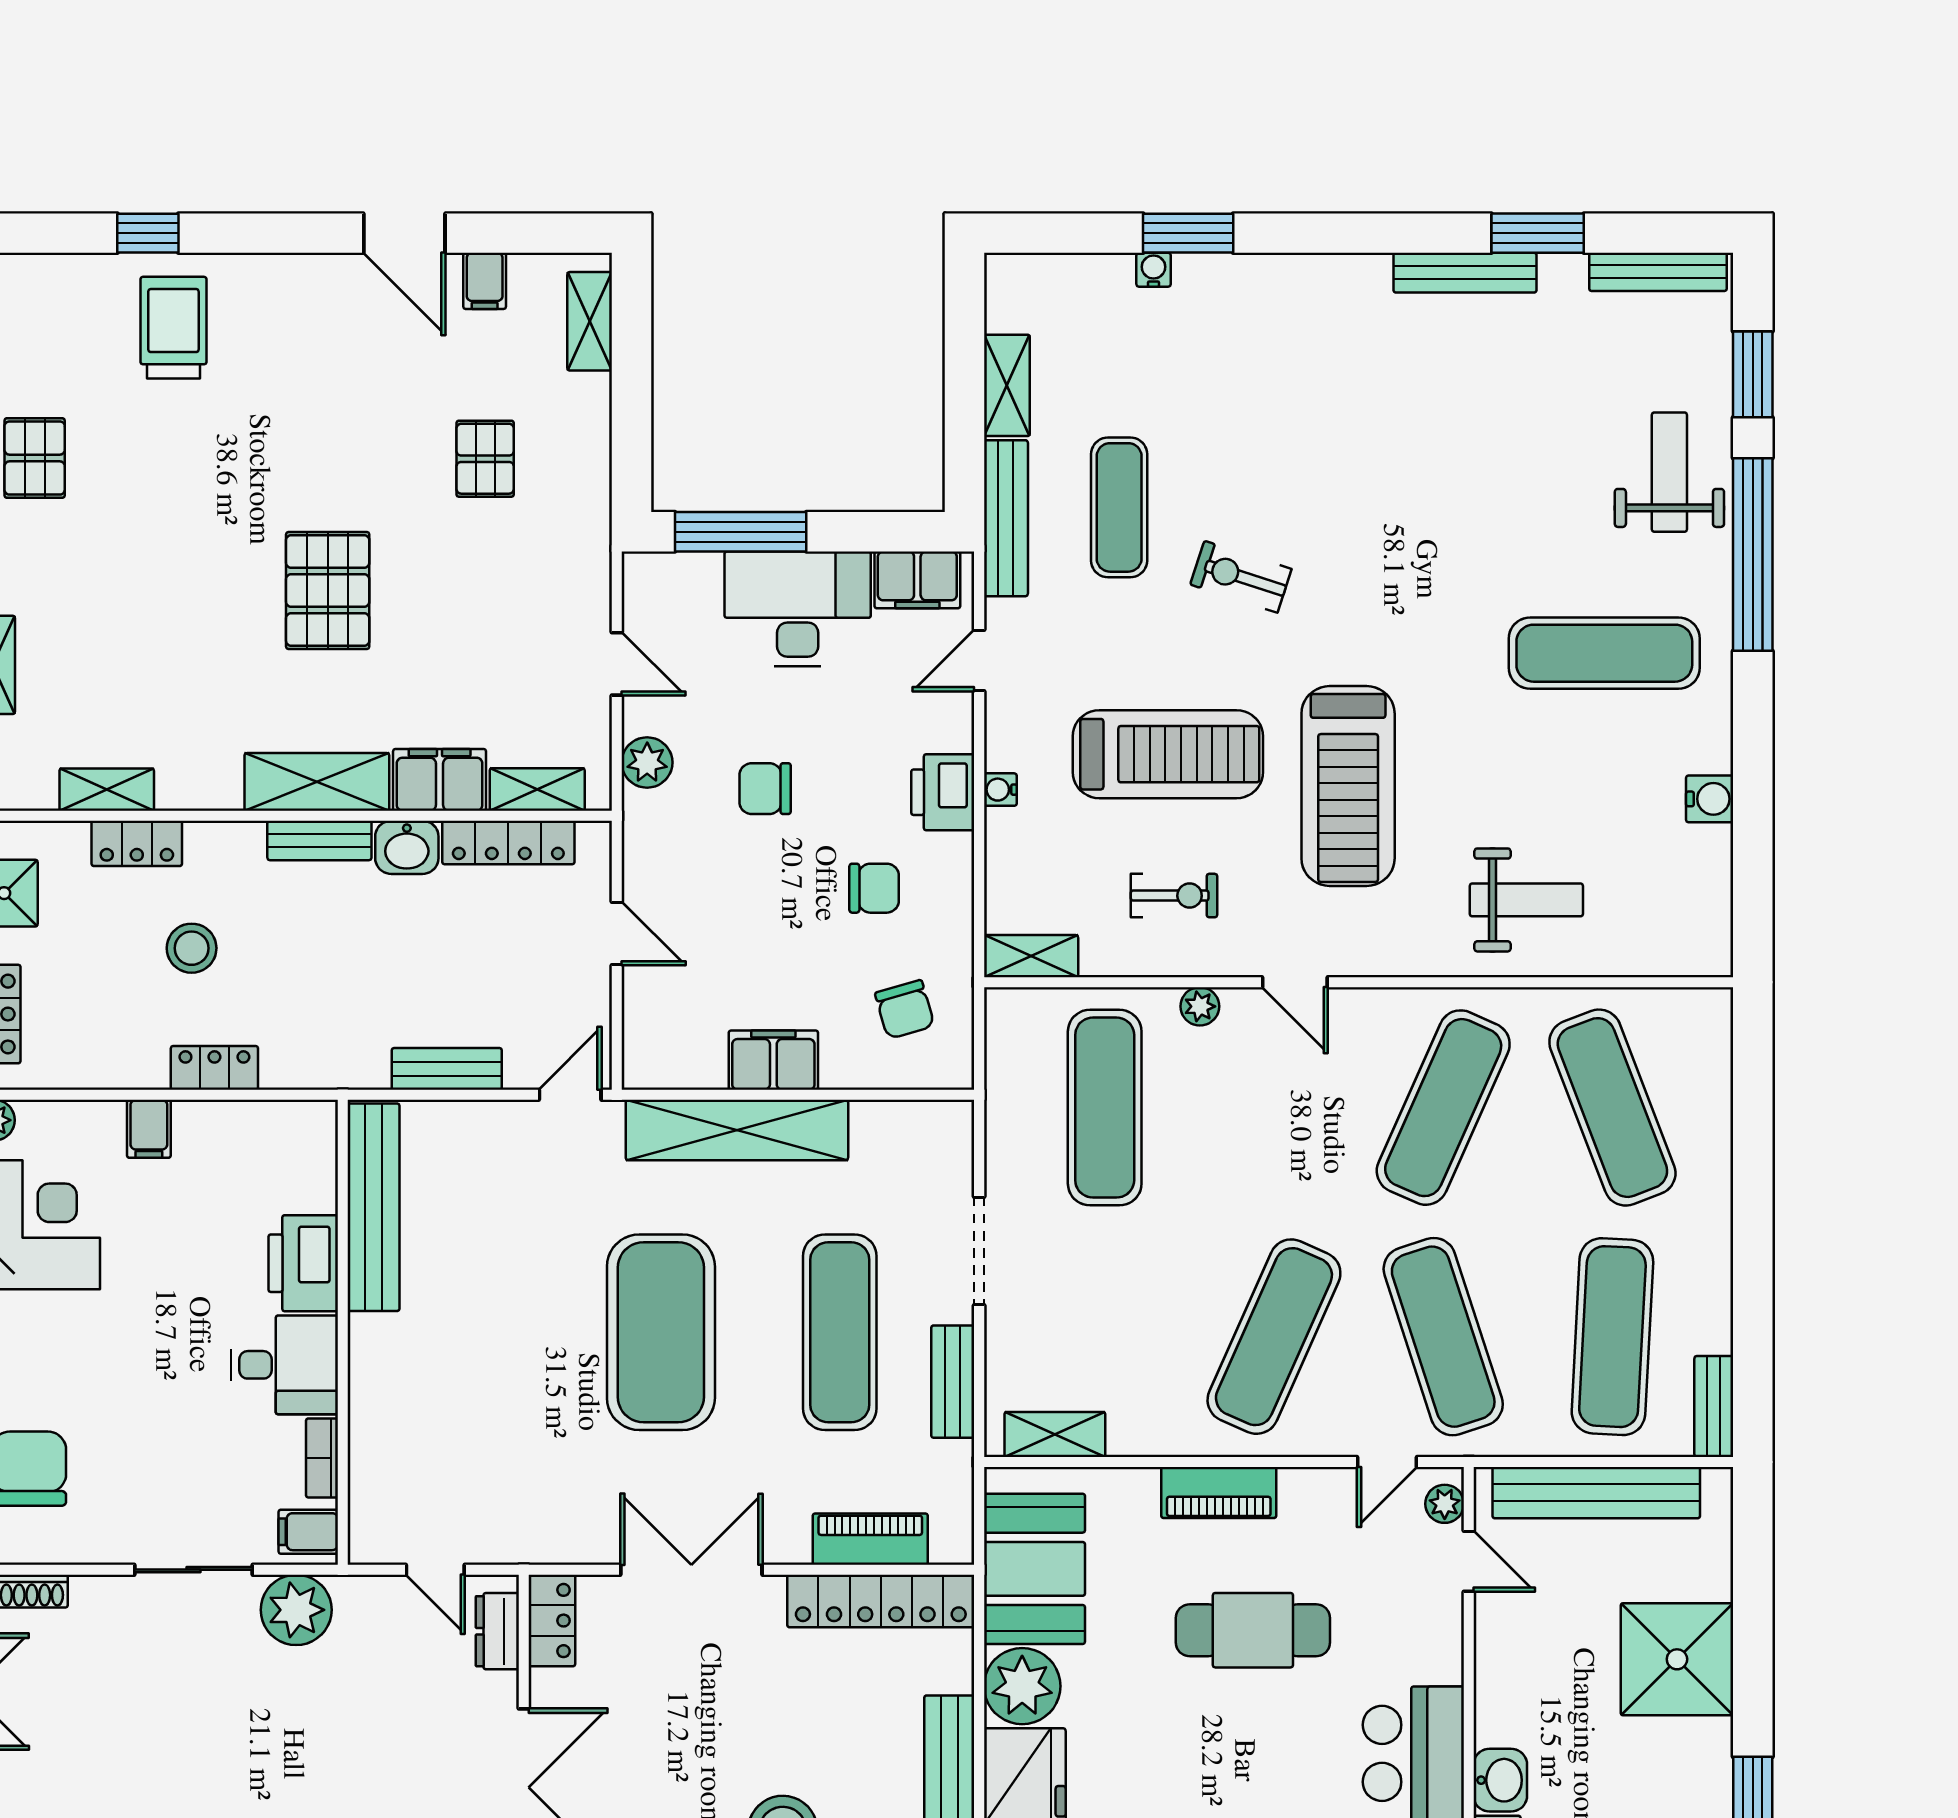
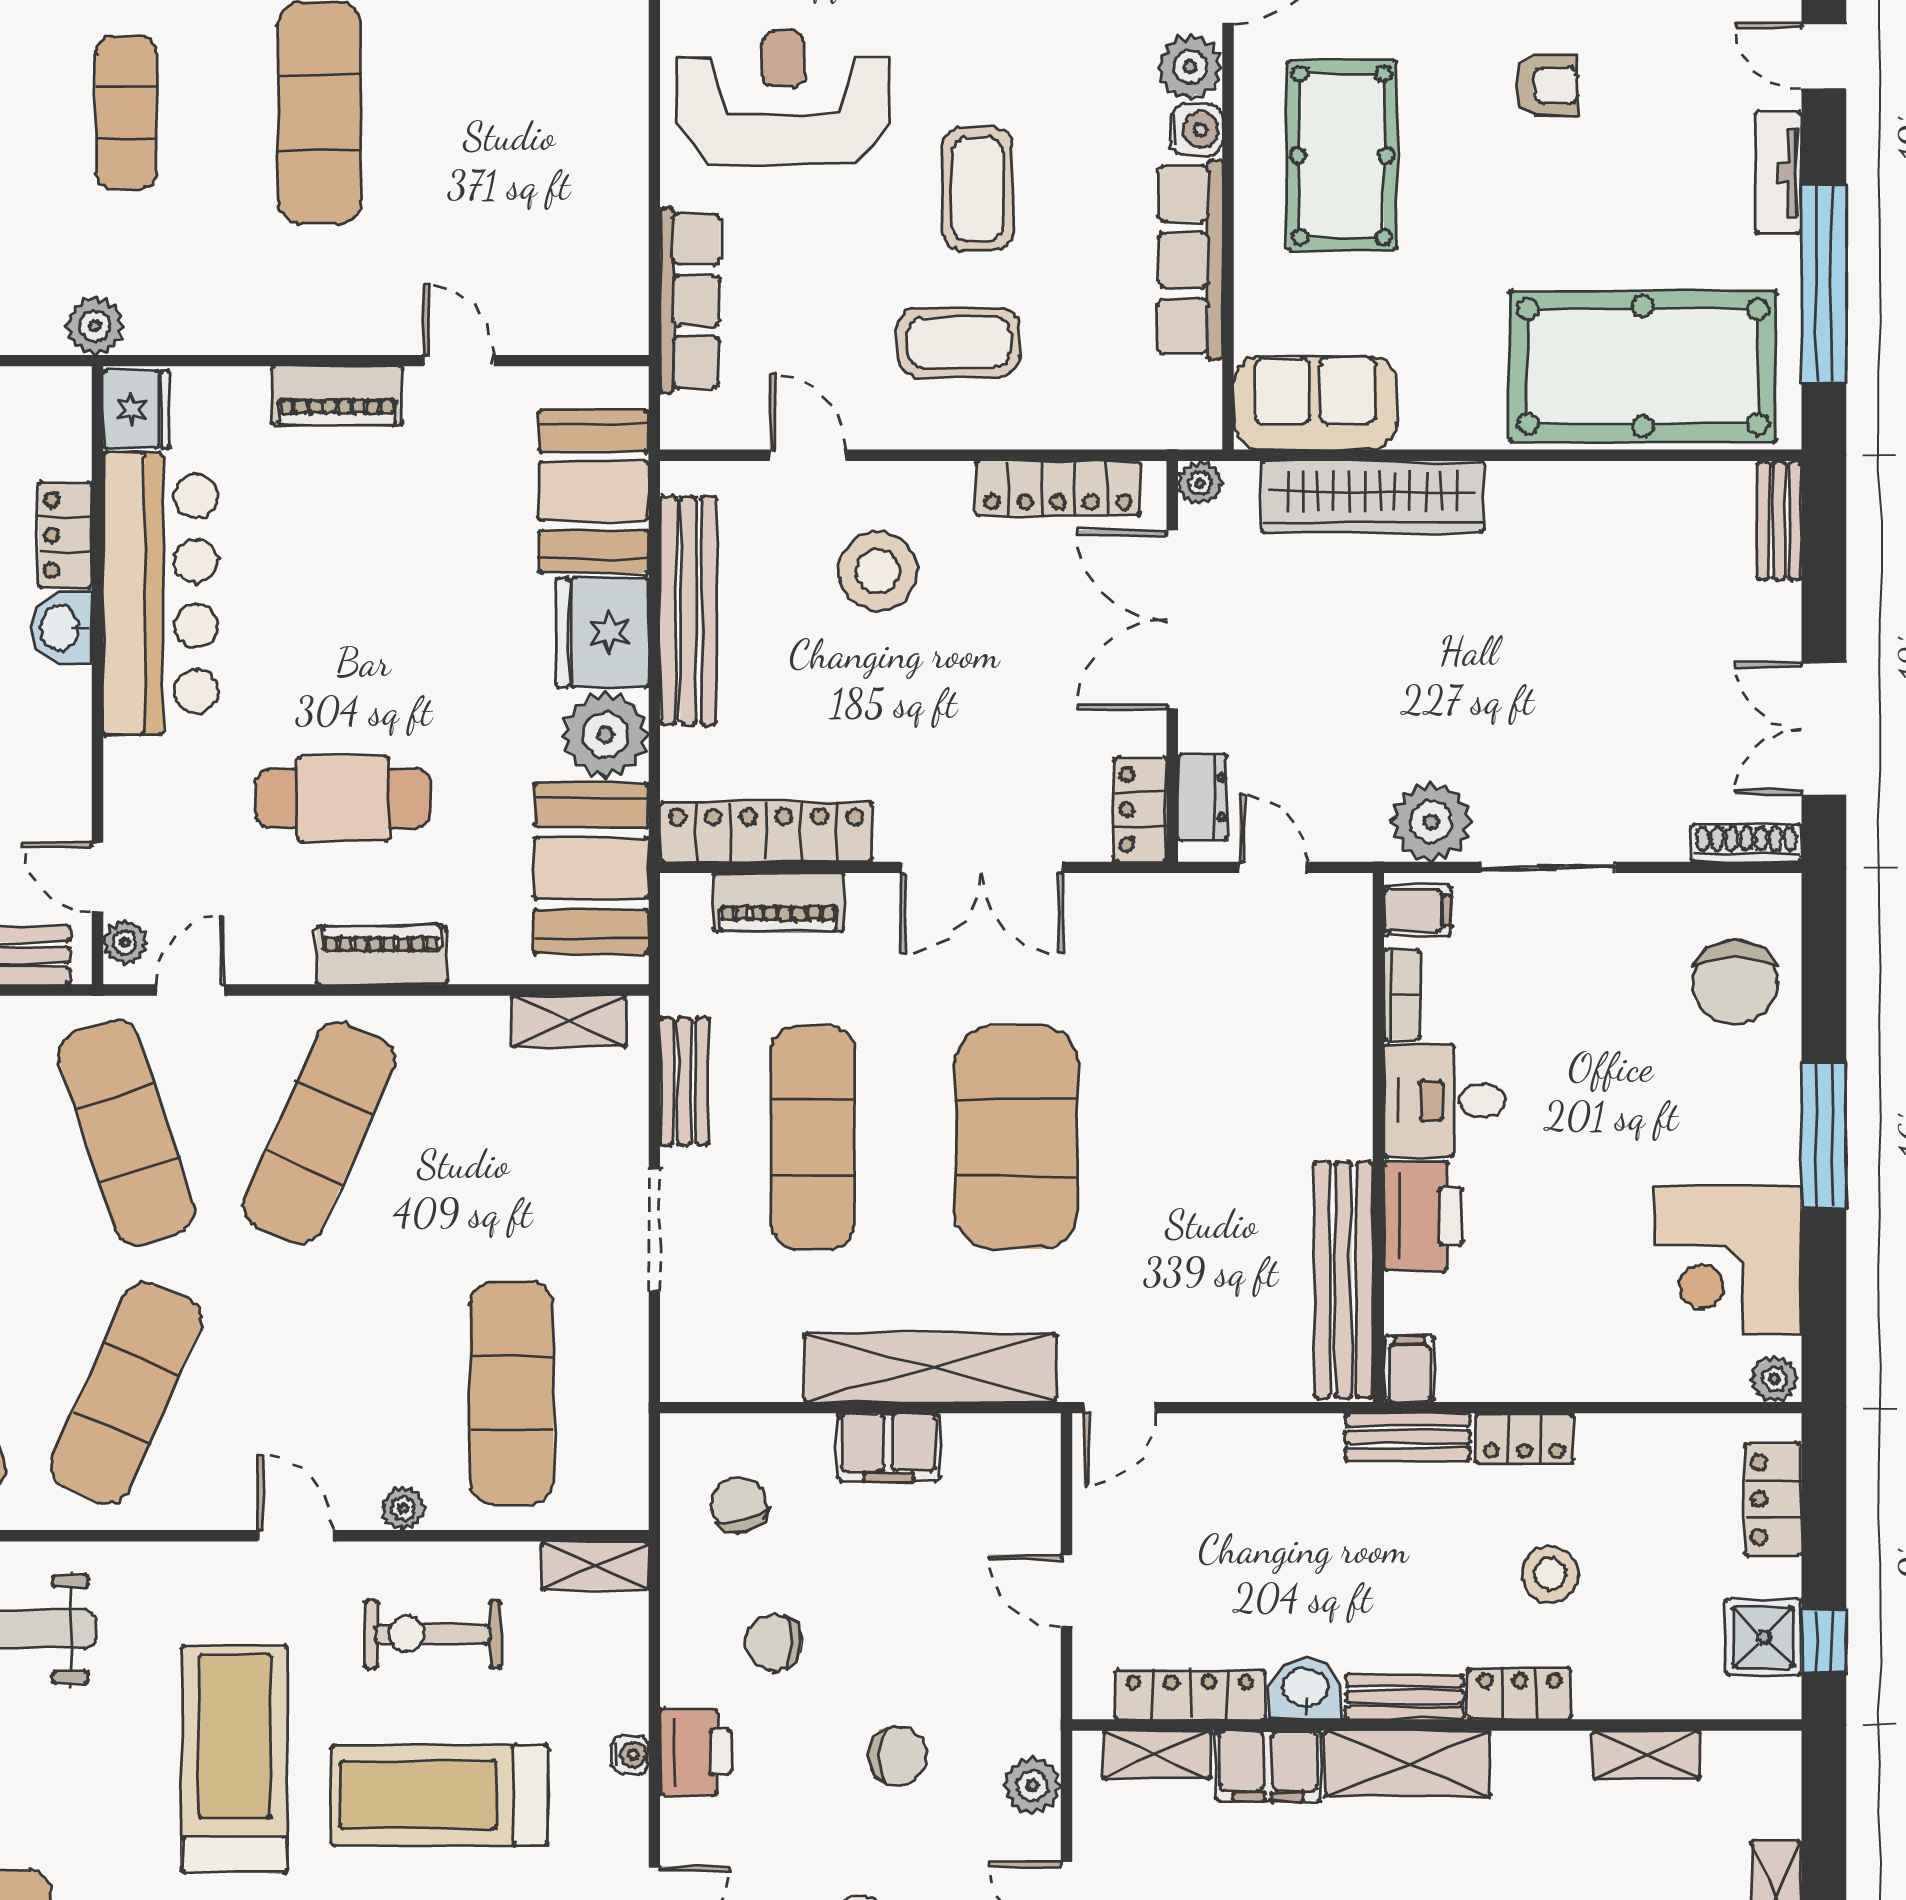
locker: (137, 843) -> (1520, 1694), moved
exercise bike: (1174, 896) -> (433, 1634), width x1.38, depth x1.39
bench: (447, 1069) -> (1408, 1437), moved
filing cabinet: (149, 1129) -> (1410, 1369), moved

